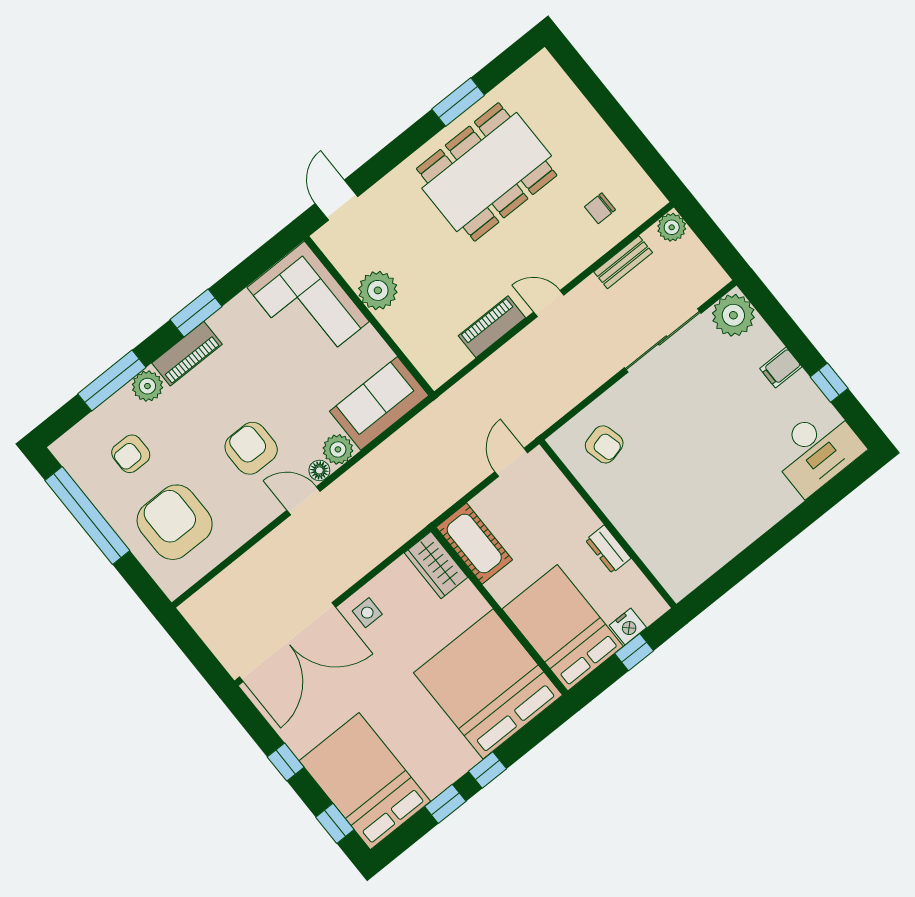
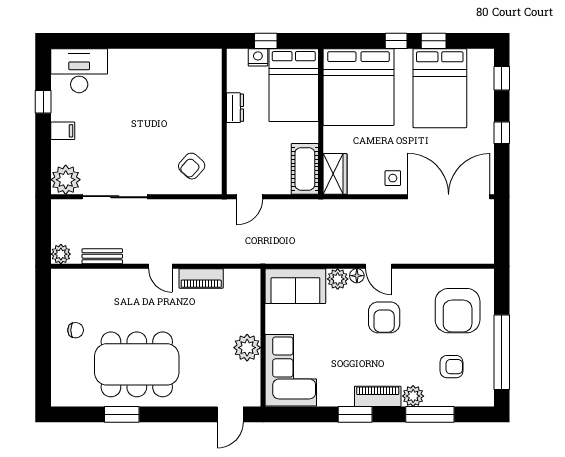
chair: (600, 208) -> (76, 330), moved
armchair: (604, 444) -> (192, 166), turned -124
bed: (365, 781) -> (440, 88), moved

